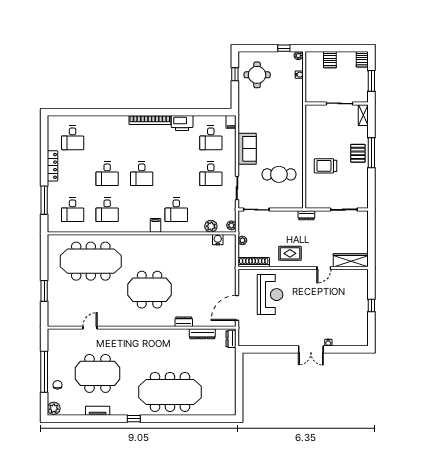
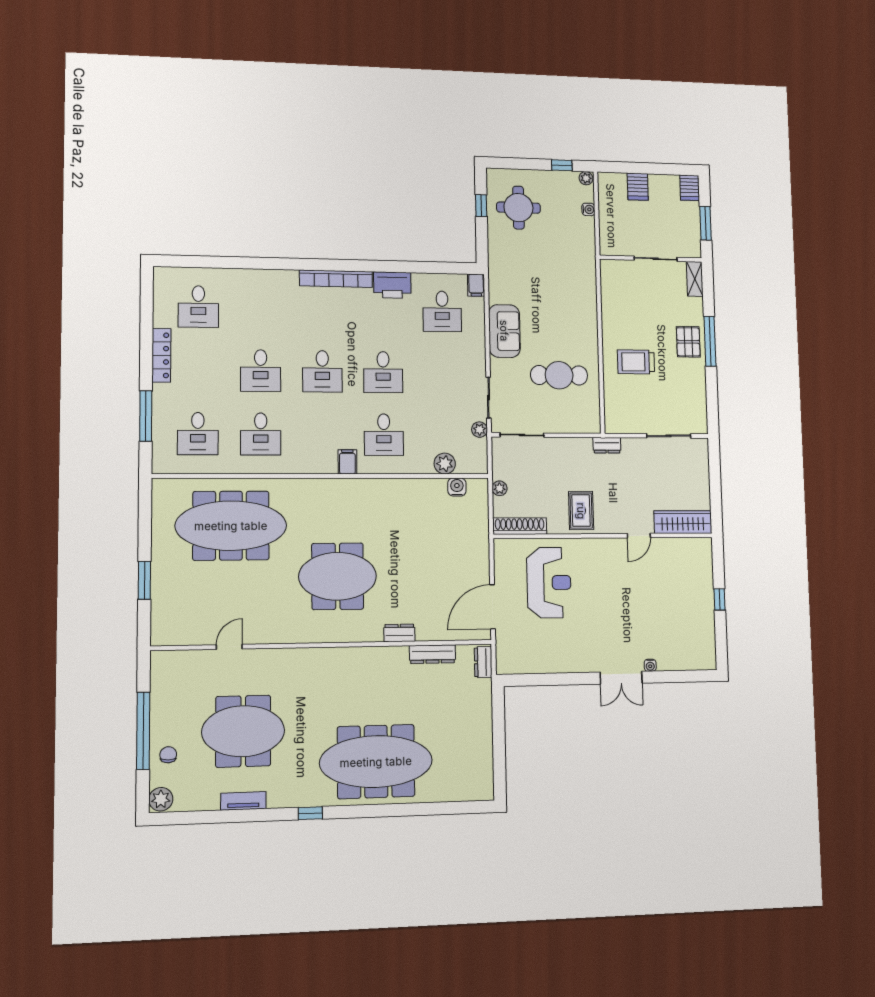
desk: (211, 174) -> (383, 372), moved
plant: (231, 225) -> (479, 430), moved
rug: (290, 253) -> (581, 511), turned 90

